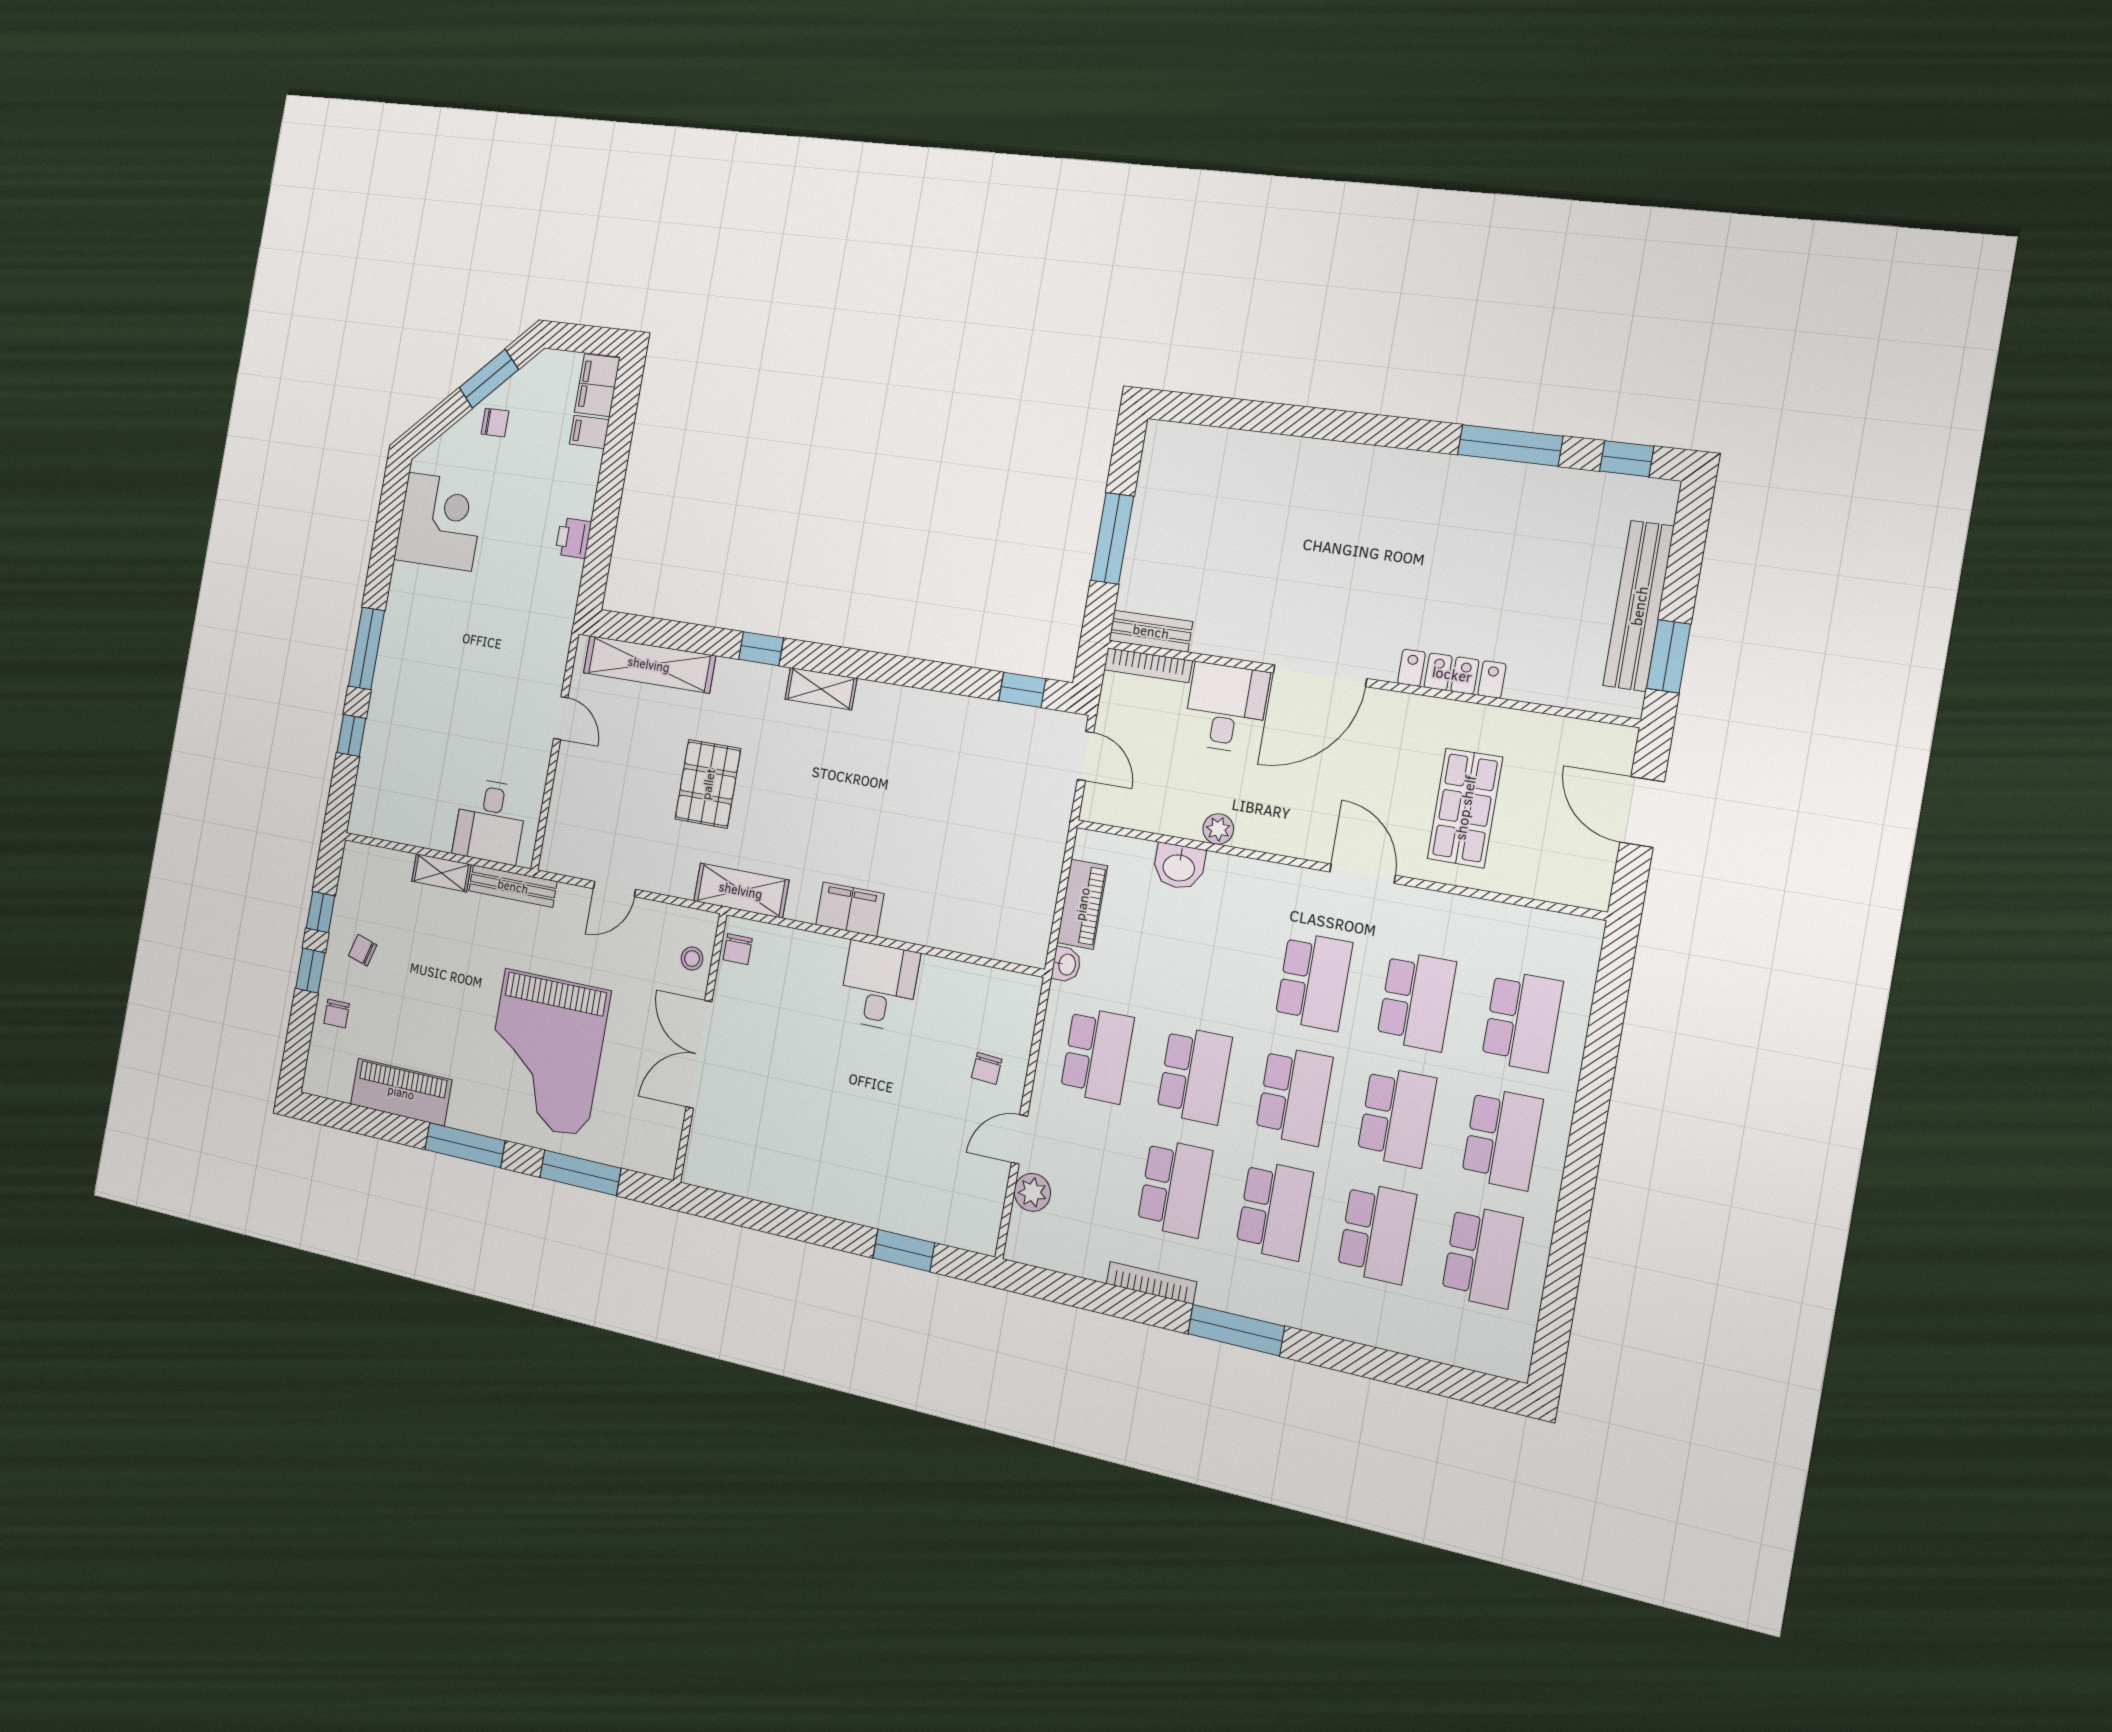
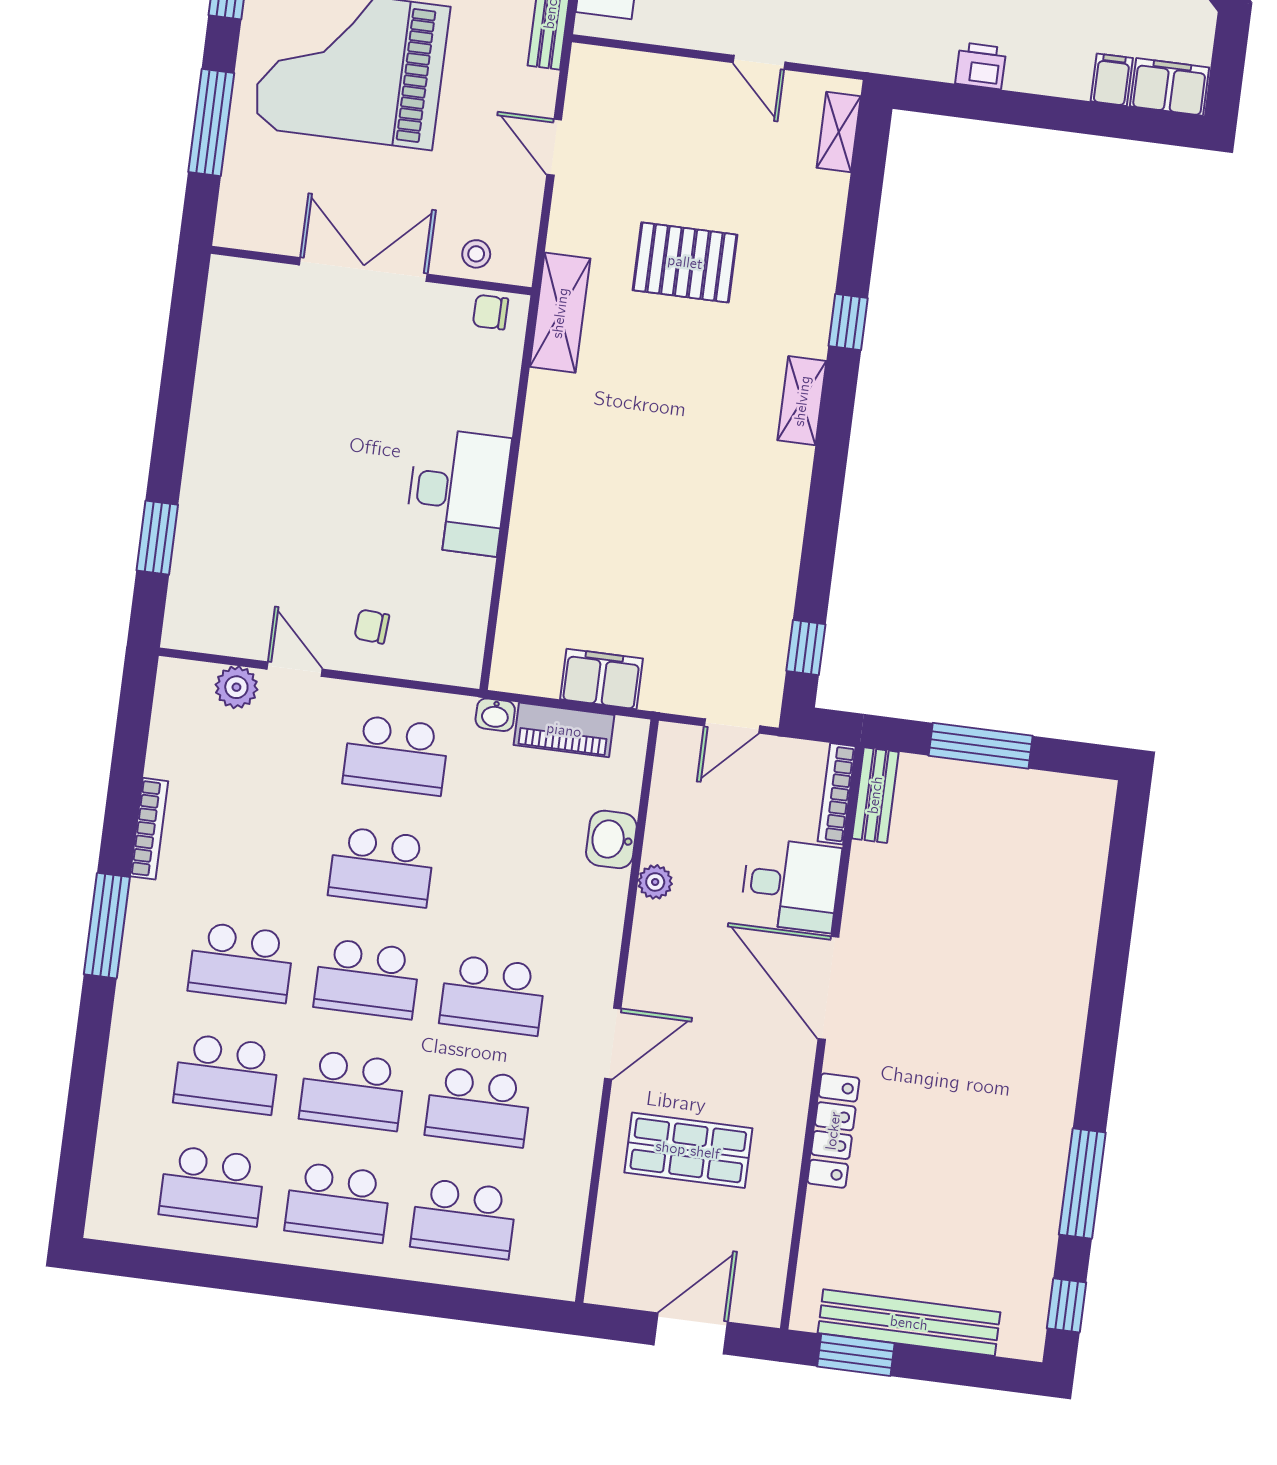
shelving: (649, 664) -> (839, 132), width x0.45, depth x0.75
door: (561, 718) -> (759, 62), hinge flipped
filing cabinet: (850, 909) -> (602, 679), moved, turned -90
desk: (879, 986) -> (458, 491), width x1.37
school desk: (1175, 1188) -> (256, 851), removed

